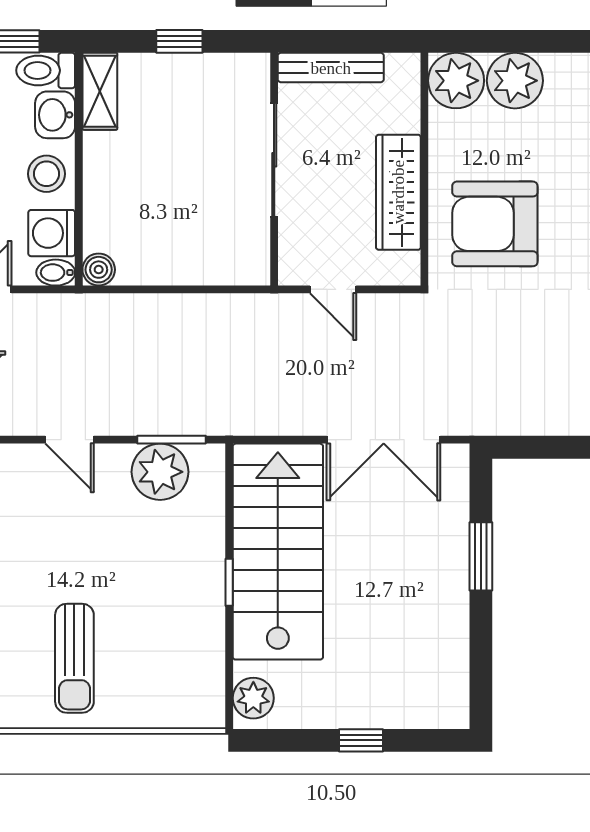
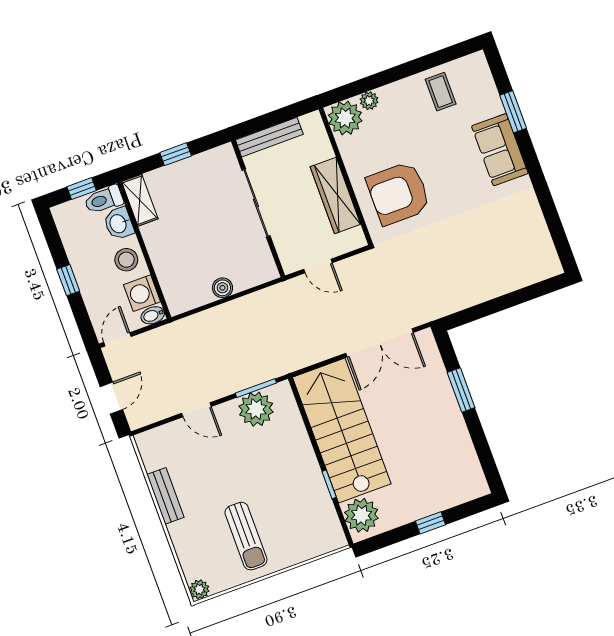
plant: (515, 81) -> (369, 101), width x0.53, depth x0.53
boiler: (99, 270) -> (222, 288), moved
window: (229, 582) -> (329, 484), moved
plant: (253, 698) -> (361, 515), width x1.36, depth x1.36

